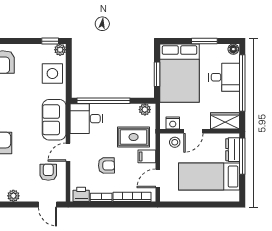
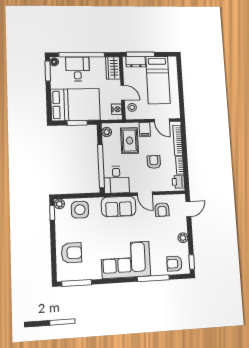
window: (204, 41) -> (48, 71), moved
armchair: (48, 172) -> (162, 210), turned -90

